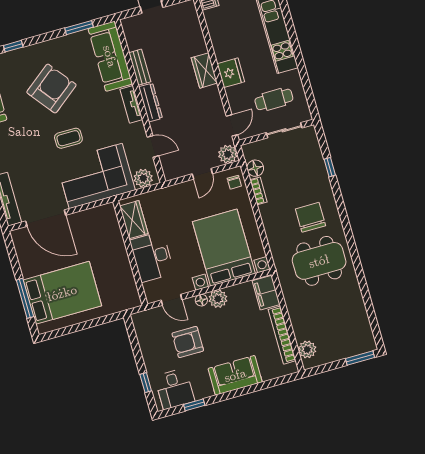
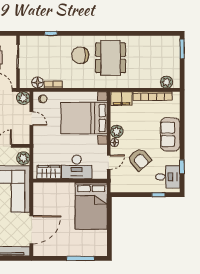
bed: (62, 293) -> (91, 206), moved, turned 180
armchair: (188, 342) -> (139, 159), turned -41

